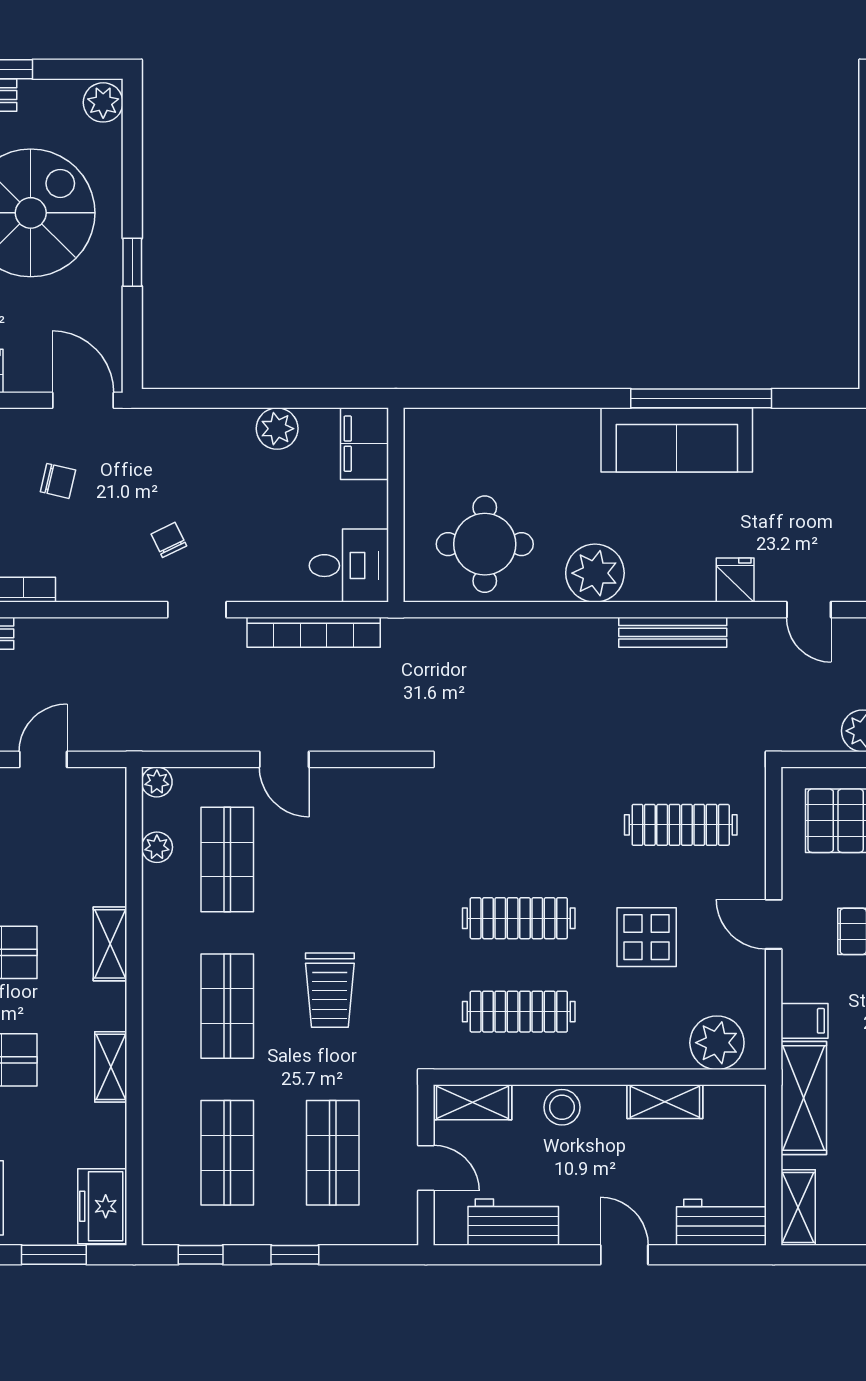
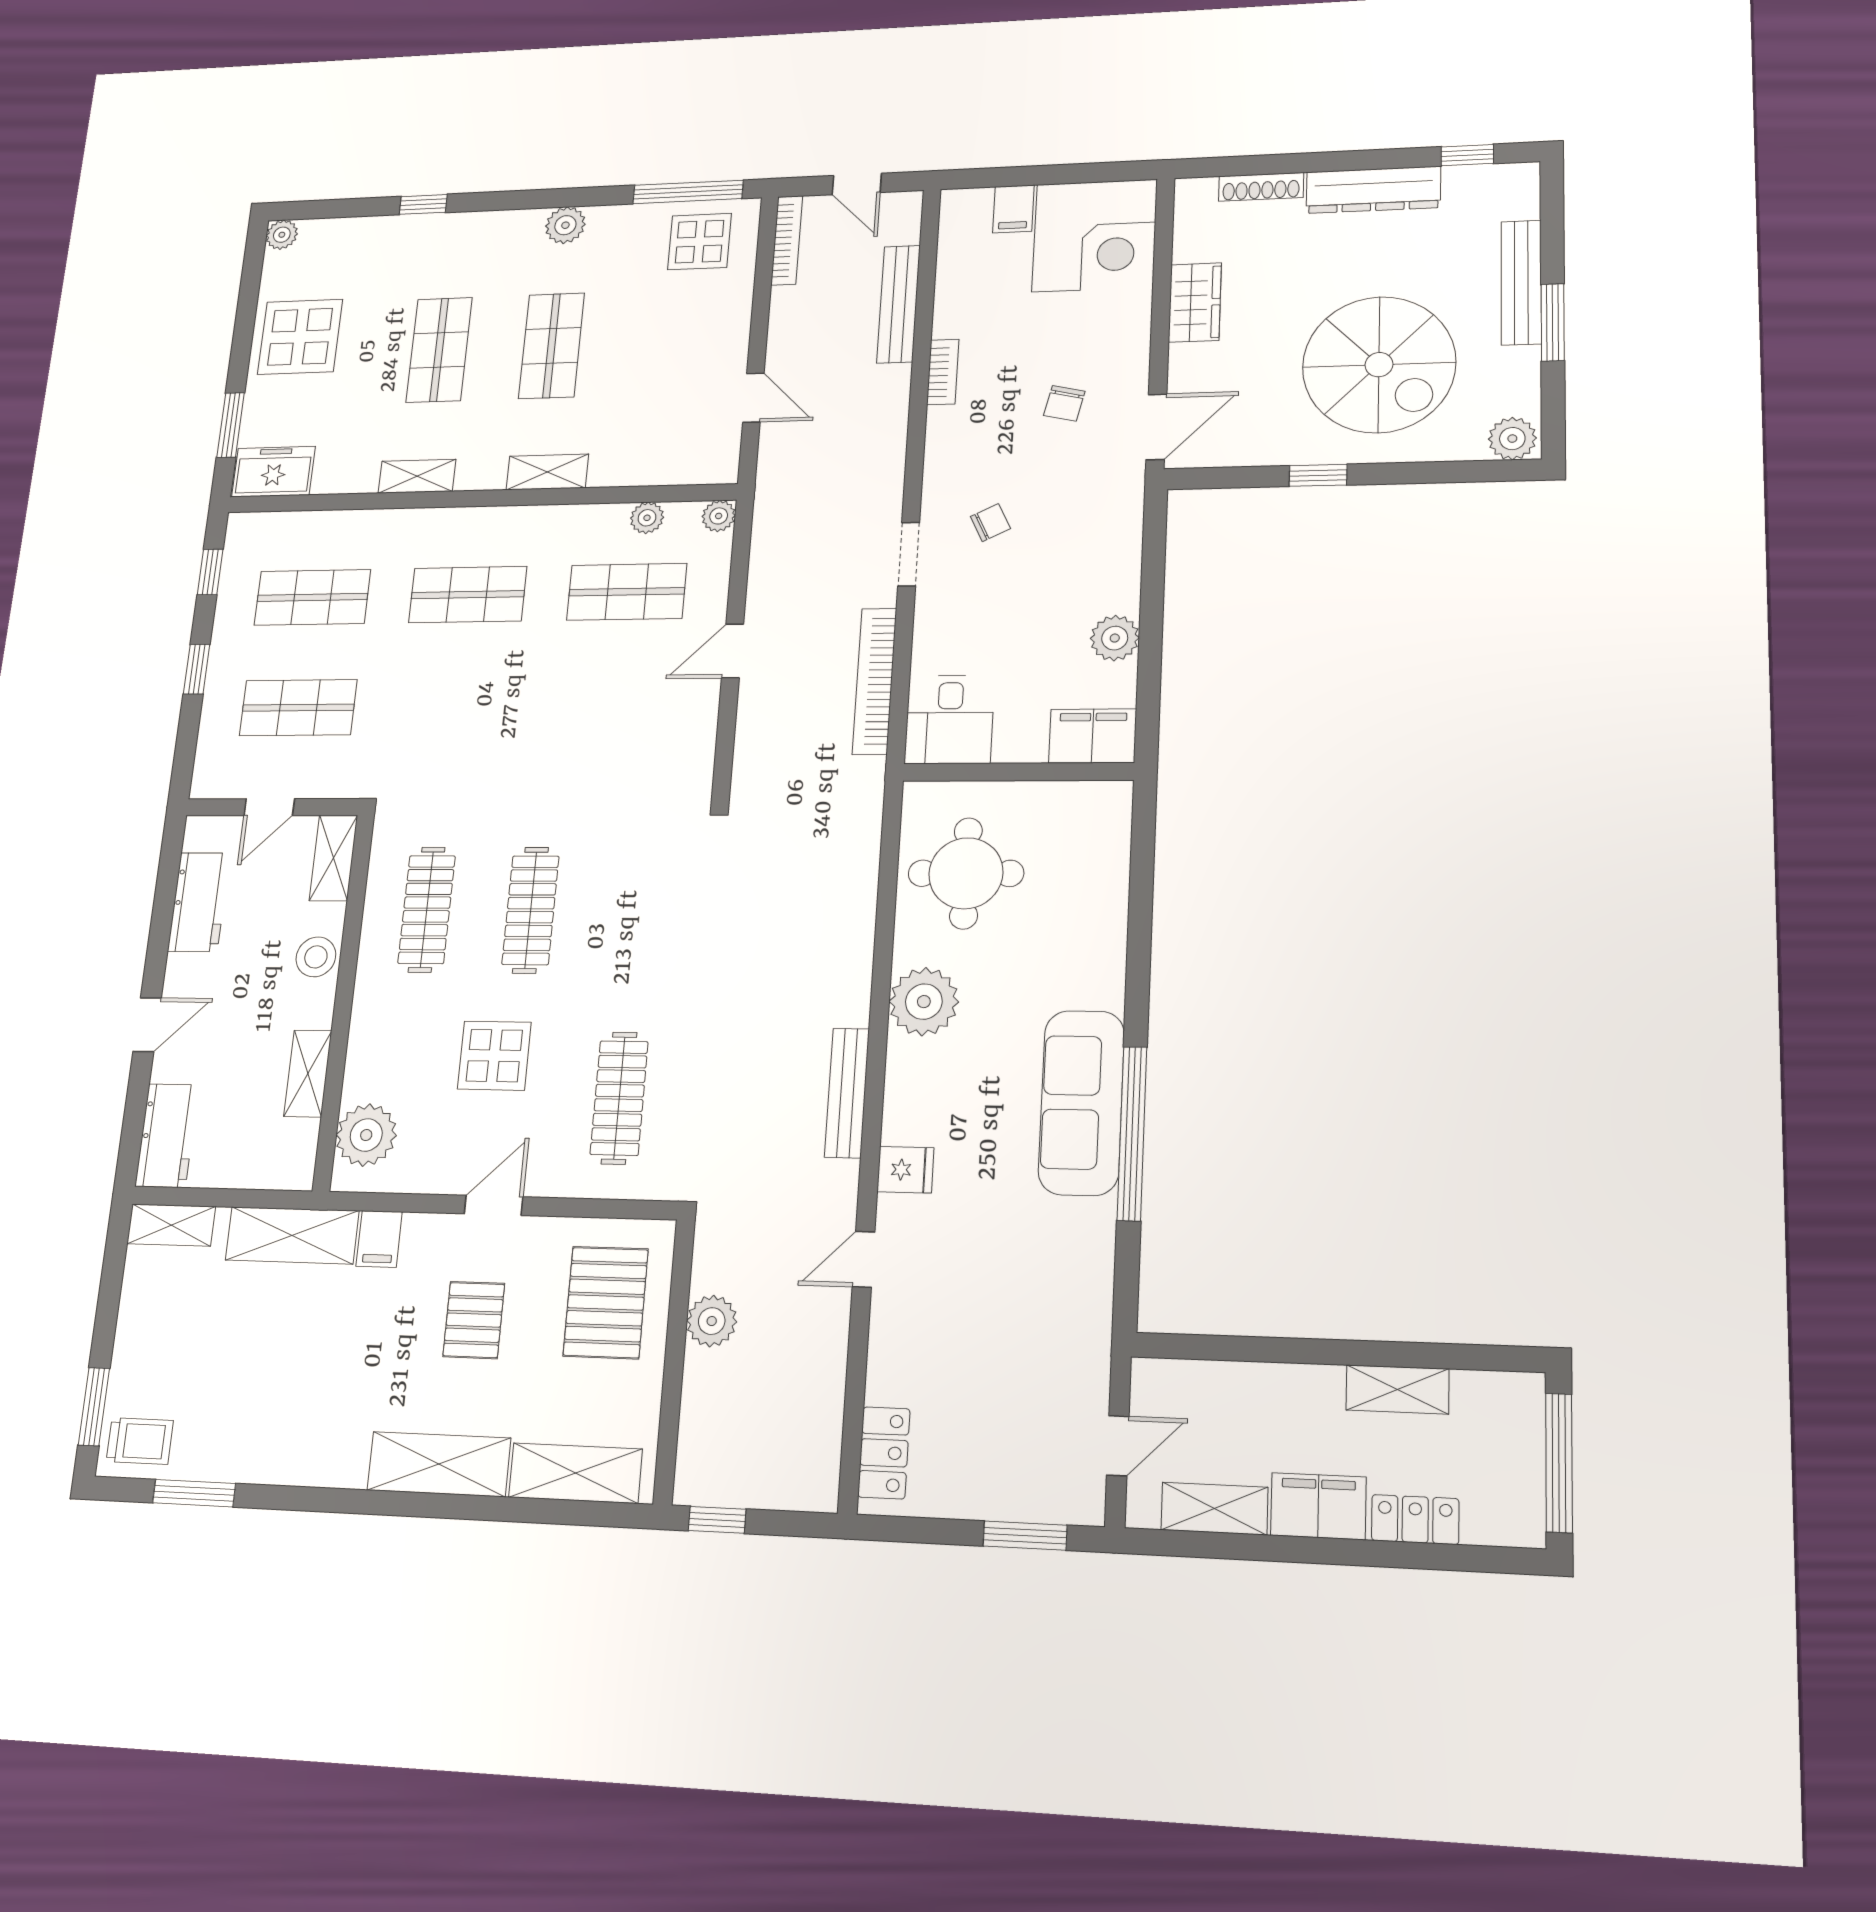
trolley: (330, 990) -> (473, 703), removed

